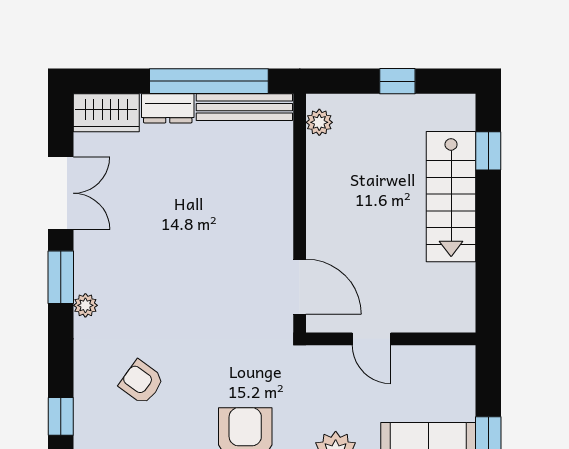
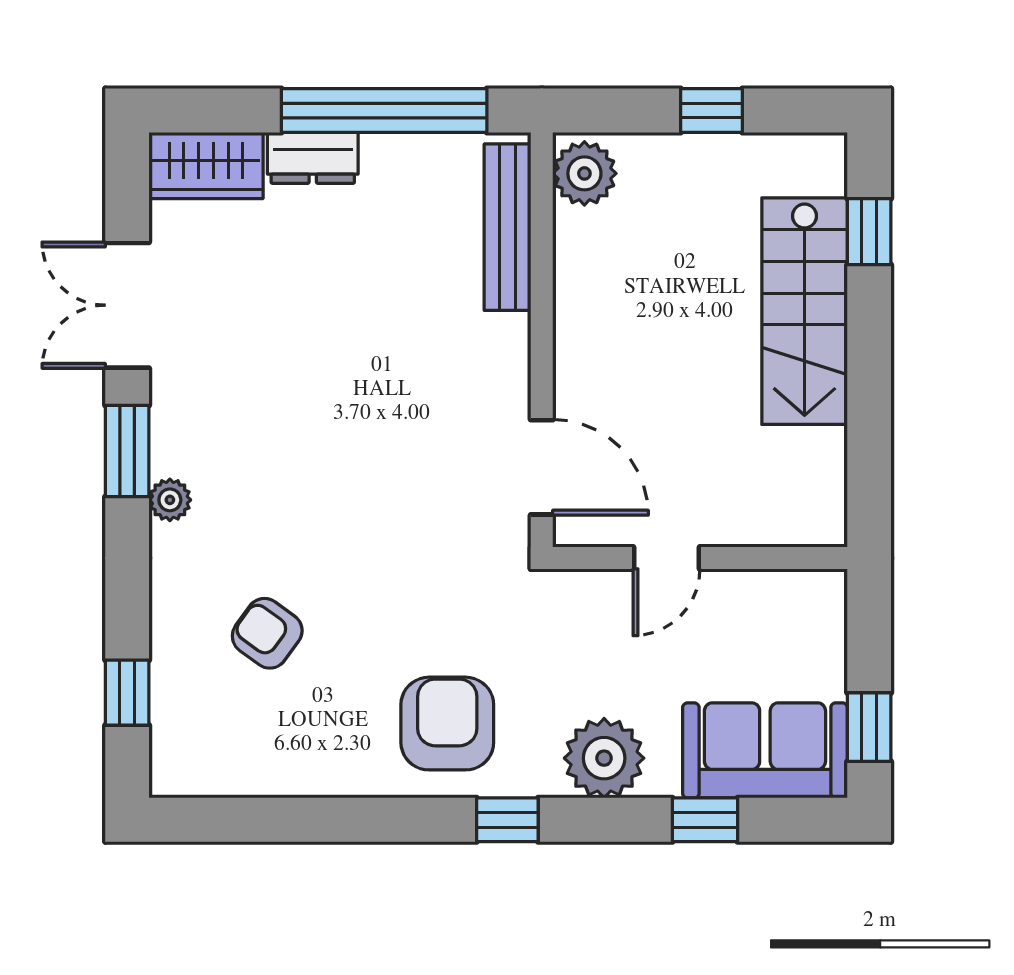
bench: (244, 107) -> (508, 227), moved, turned 90
plant: (319, 122) -> (584, 173), width x1.38, depth x1.38
double door: (61, 193) -> (127, 305), swing flipped
door: (371, 339) -> (666, 558), hinge flipped

